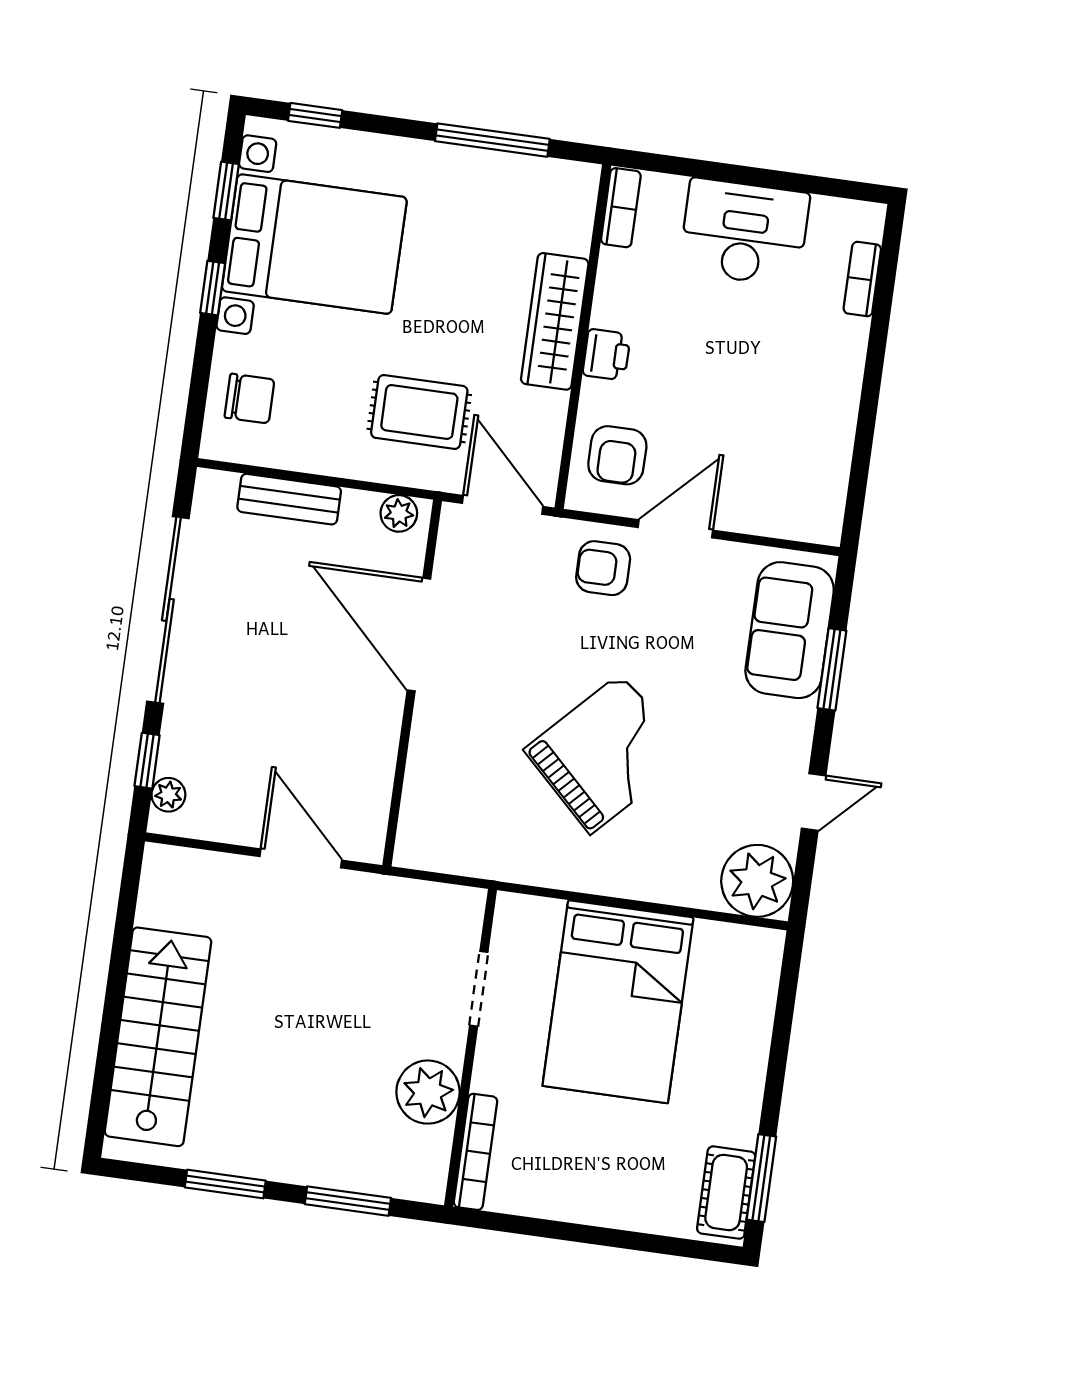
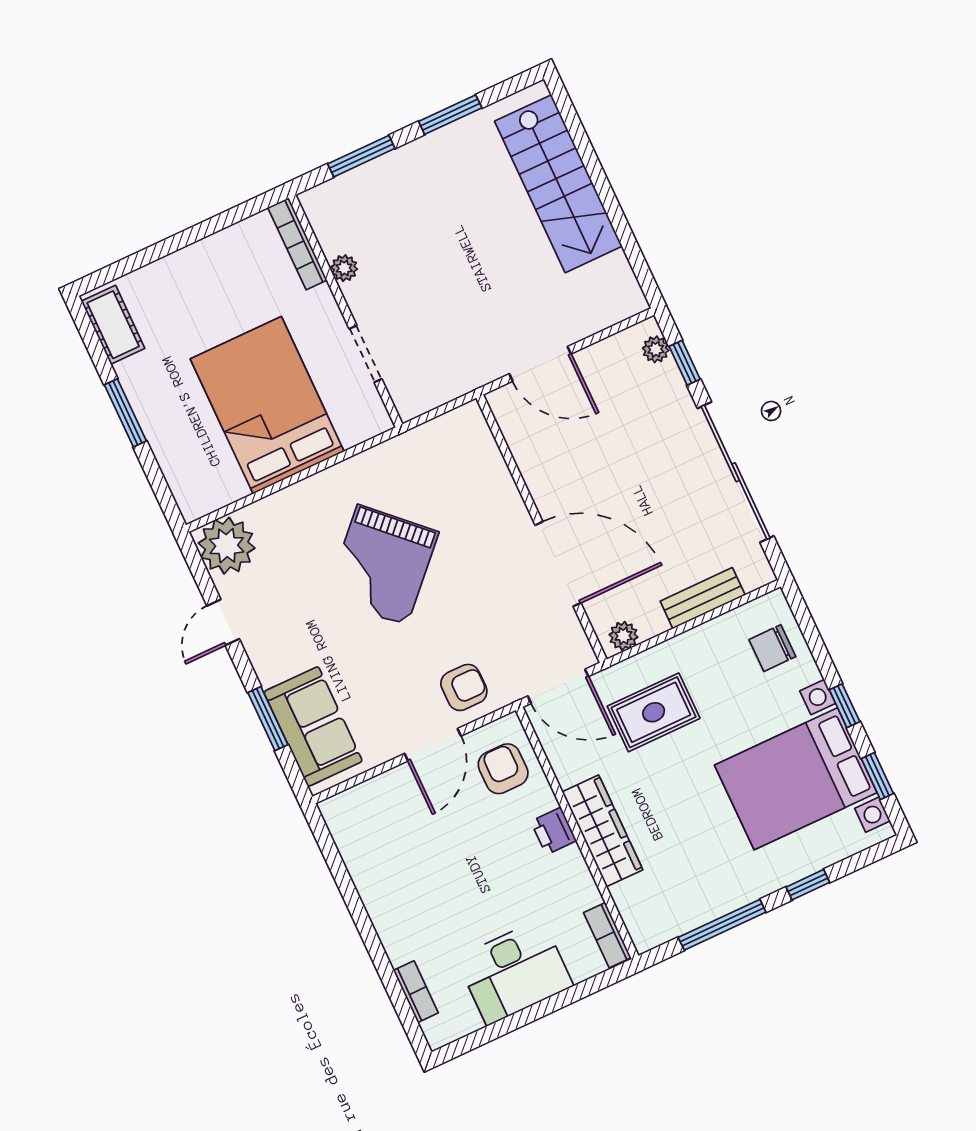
window: (315, 115) -> (808, 885), moved
plant: (428, 1092) -> (344, 268), width x0.53, depth x0.53
window: (761, 1178) -> (125, 413), moved

